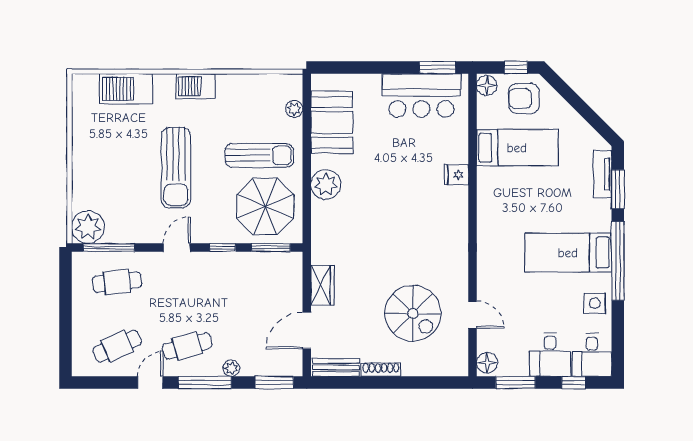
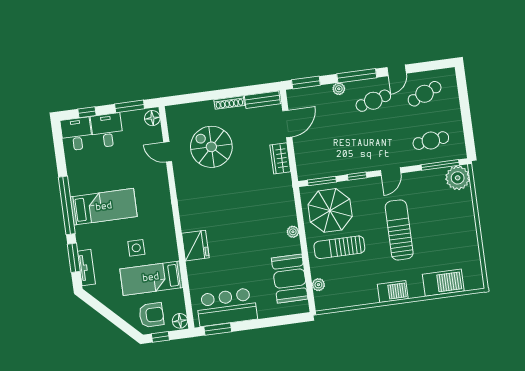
fridge: (456, 175) -> (195, 246), width x1.88, depth x1.34
plant: (326, 185) -> (293, 232), width x0.53, depth x0.53
side table: (595, 303) -> (136, 248), moved

